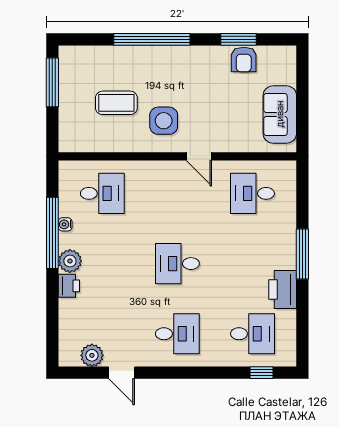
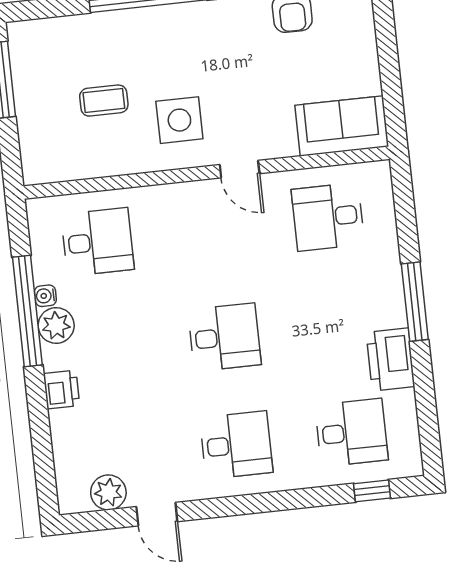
coffee table: (116, 103) -> (104, 101), width x0.73, depth x0.77
sofa: (280, 114) -> (342, 126), moved, turned 90
plant: (70, 261) -> (56, 325), moved
desk: (177, 264) -> (224, 337), turned 180

